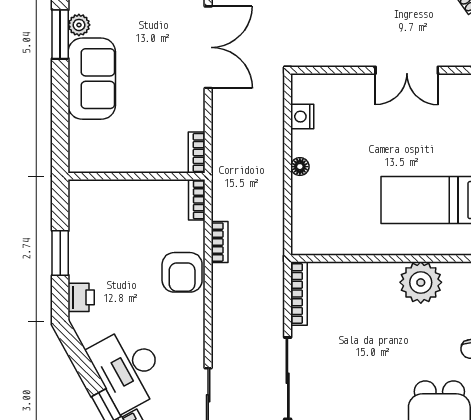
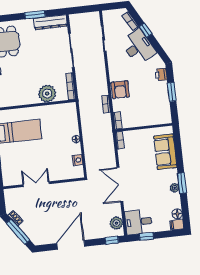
sofa: (92, 79) -> (165, 152), moved
armchair: (182, 272) -> (120, 90), turned 180
plant: (421, 282) -> (47, 94), moved

